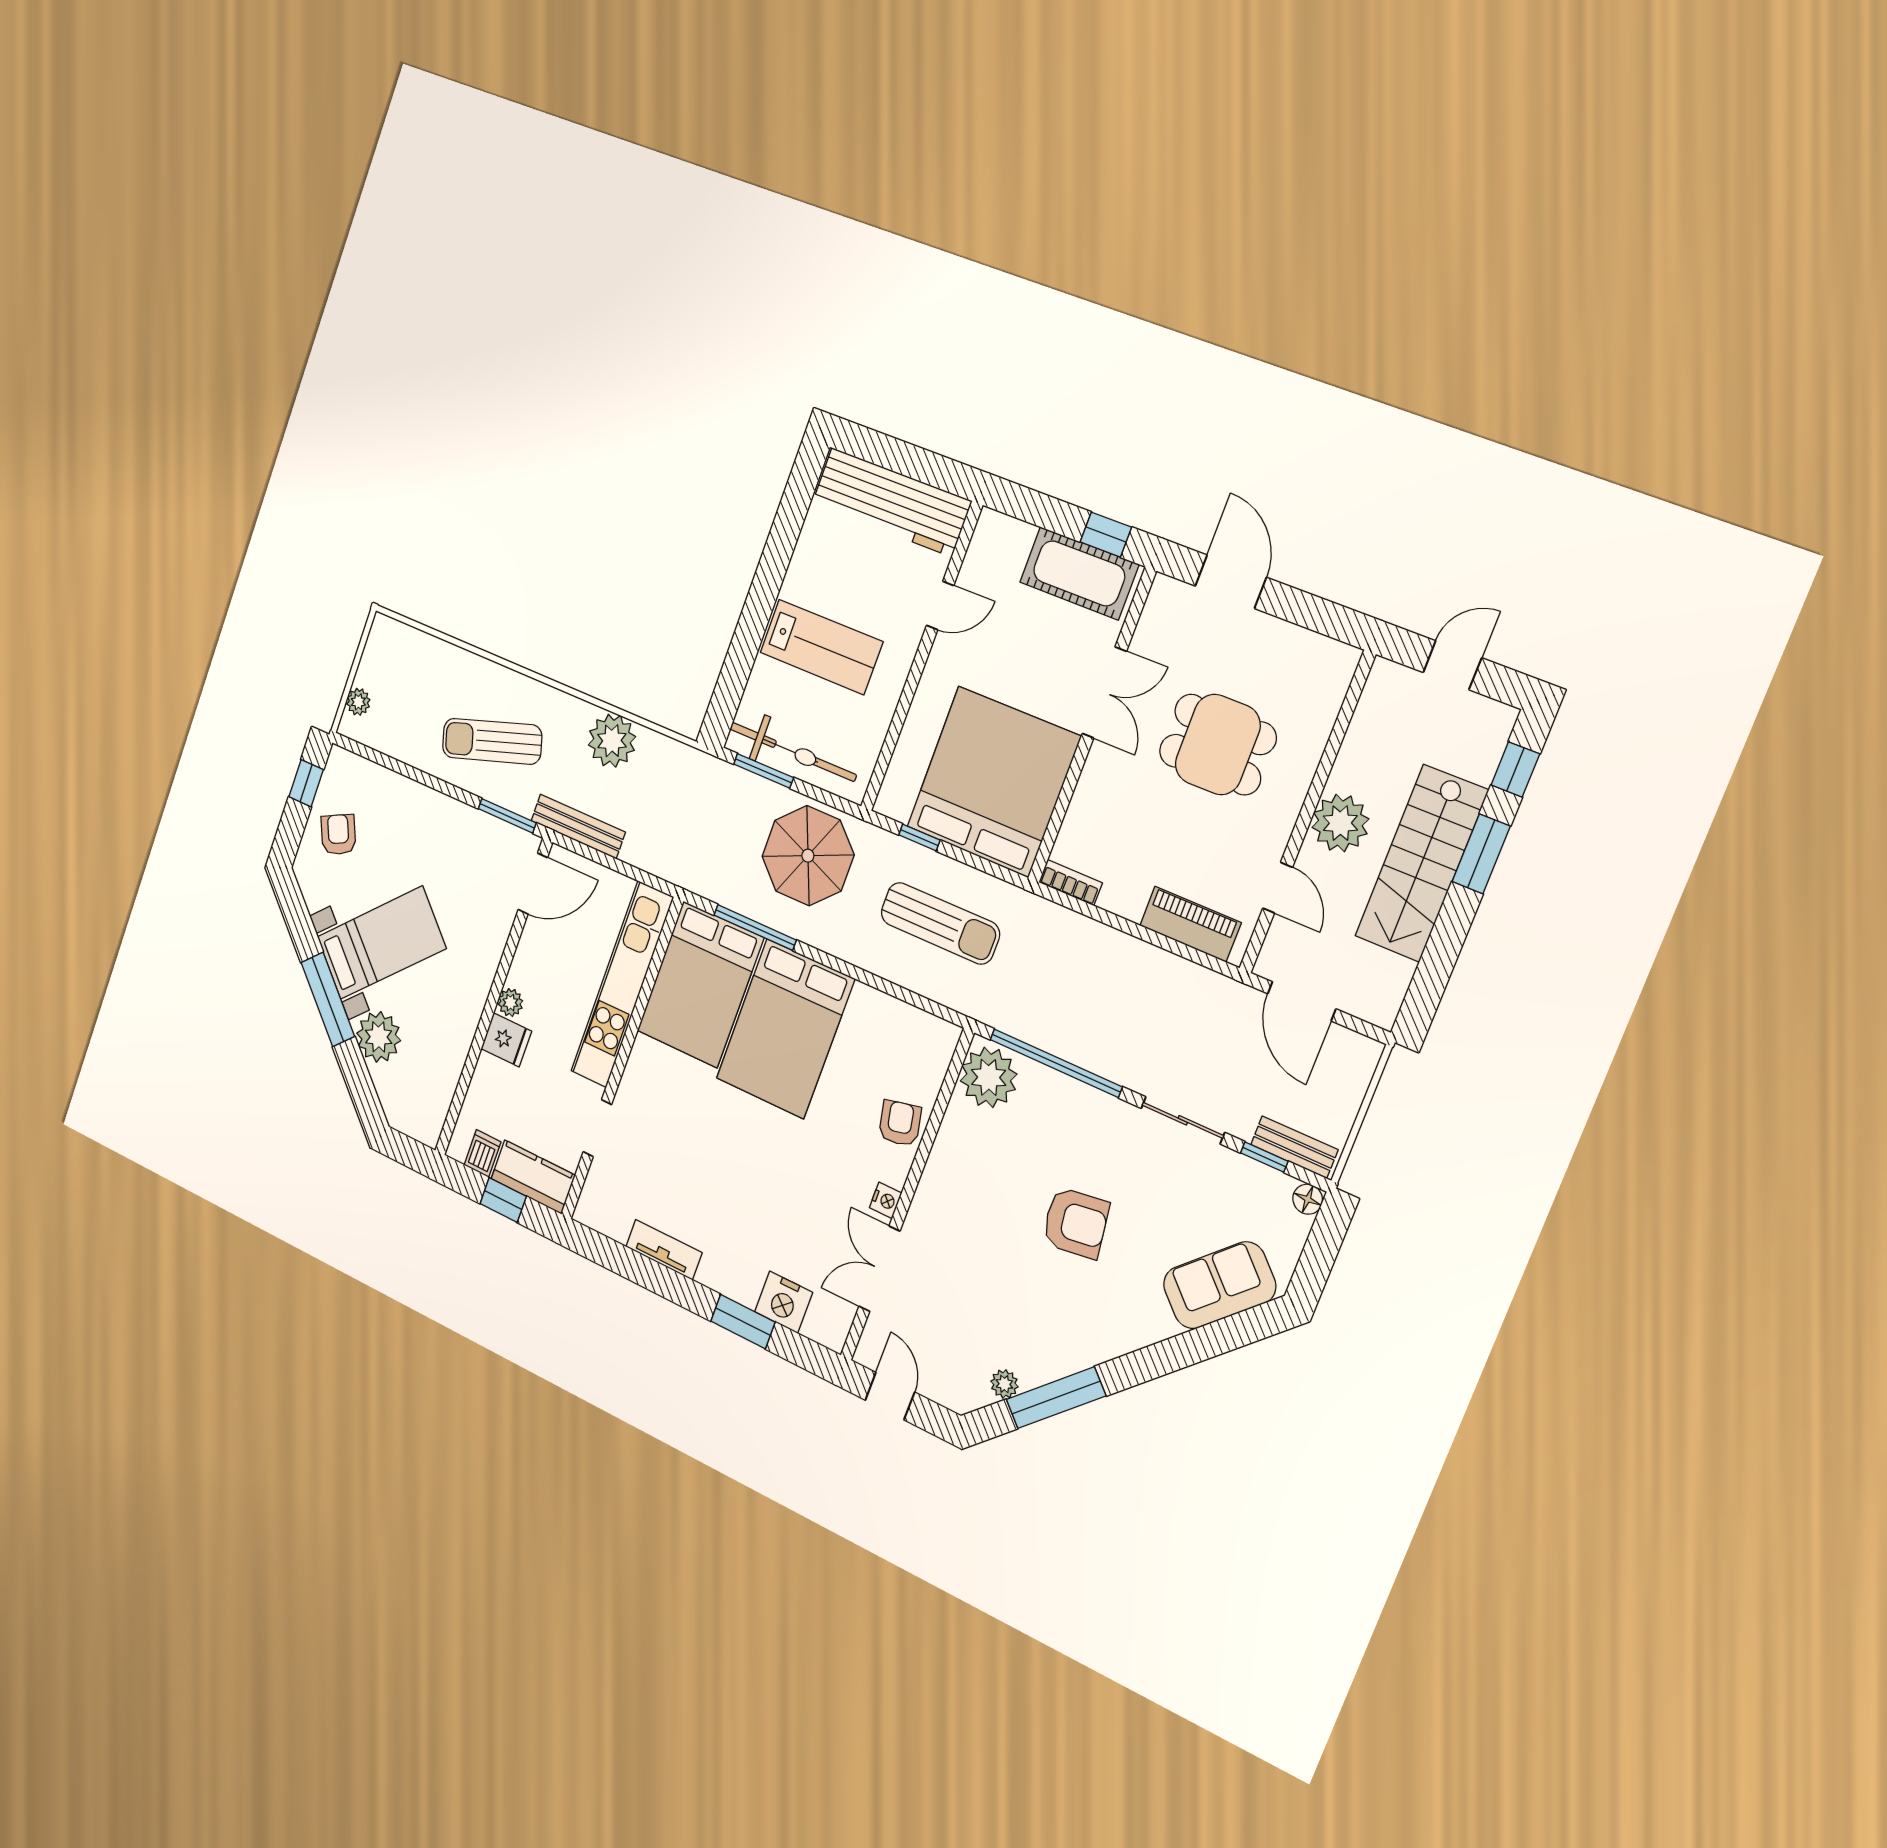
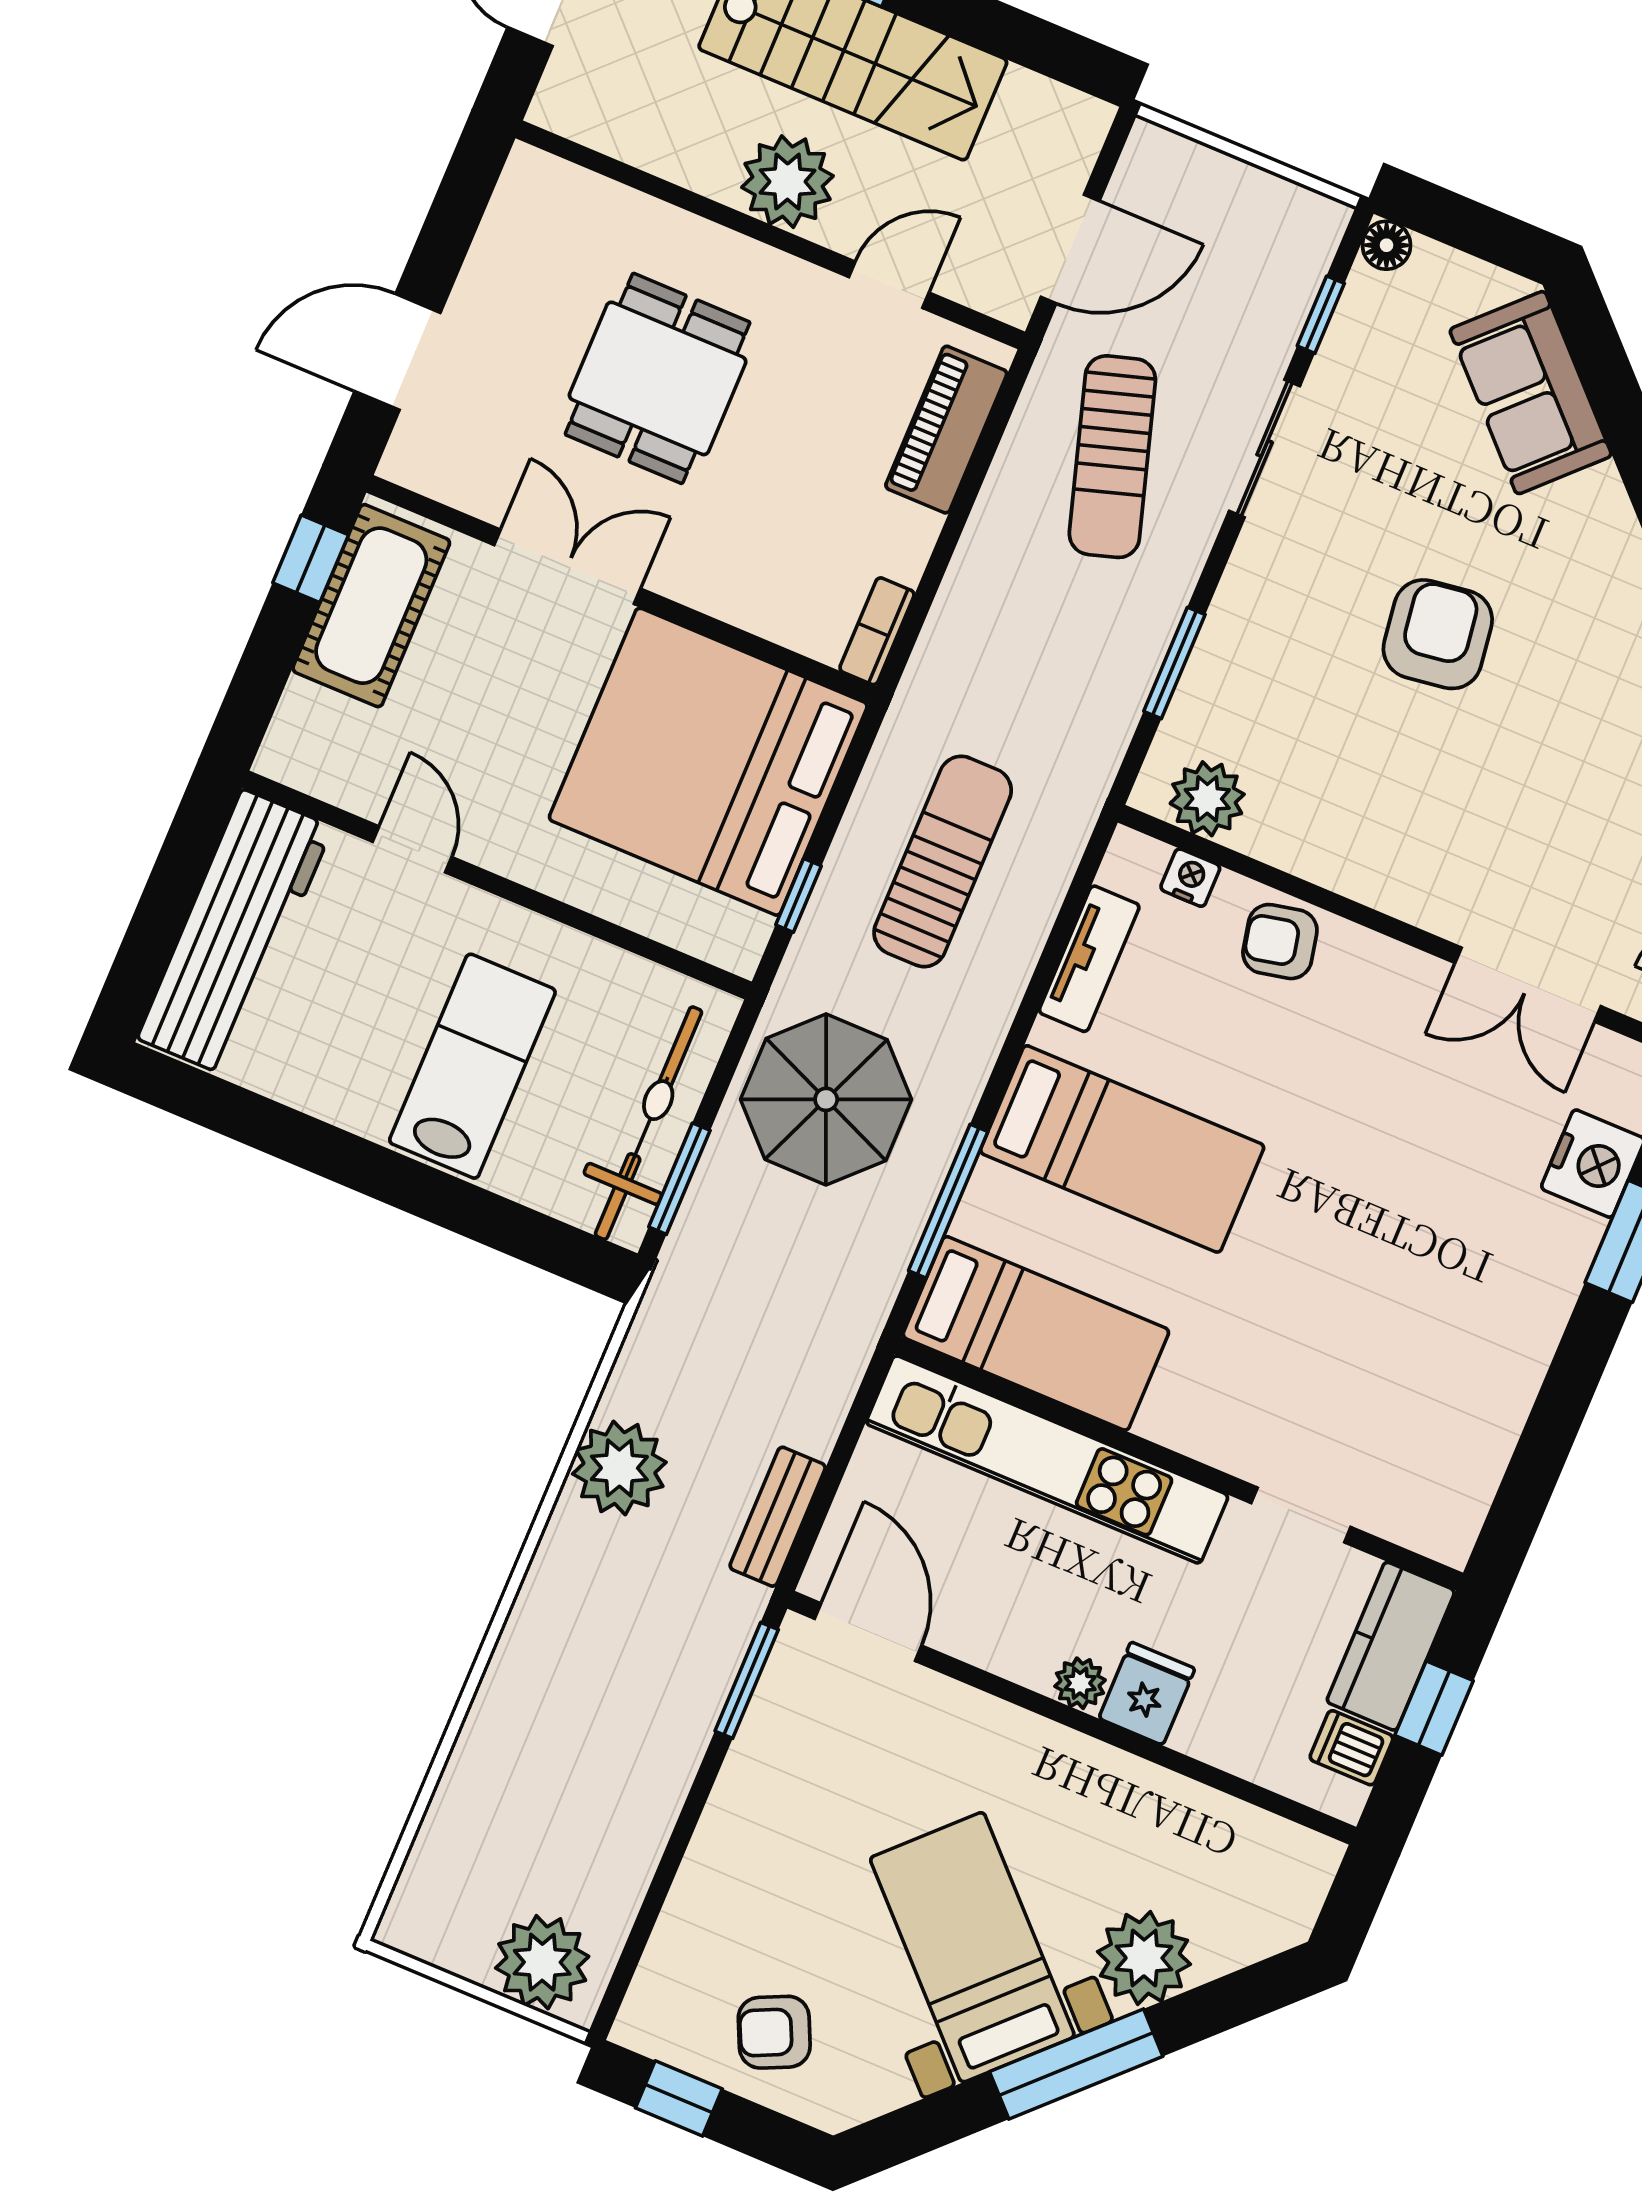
plant: (358, 702) -> (542, 1962), width x1.88, depth x1.88
sun lounger: (492, 741) -> (1112, 457), moved
bench: (578, 826) -> (778, 1517), width x0.73
bed: (700, 984) -> (1036, 1333), width x0.67
bed: (785, 1029) -> (1122, 1149), width x0.67
window: (1056, 1063) -> (1174, 663), width x0.47
plant: (989, 1077) -> (1207, 799), width x0.73, depth x0.73
bench: (1294, 1147) -> (1304, 265), removed
nightstand: (886, 1200) -> (1190, 878), moved
tv unit: (664, 1250) -> (1089, 959), moved, turned 180

